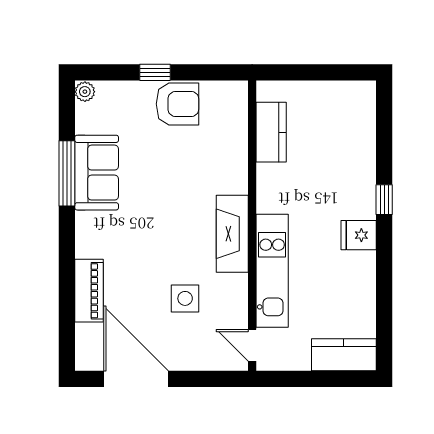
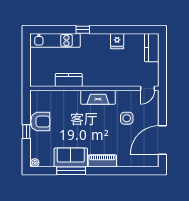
armchair: (177, 104) -> (40, 122), turned 90
kitchen counter: (271, 132) -> (69, 80), moved
fridge: (359, 235) -> (117, 41), moved
kitchen unit: (272, 271) -> (55, 40), moved, turned 180
piano: (89, 291) -> (102, 161), moved

